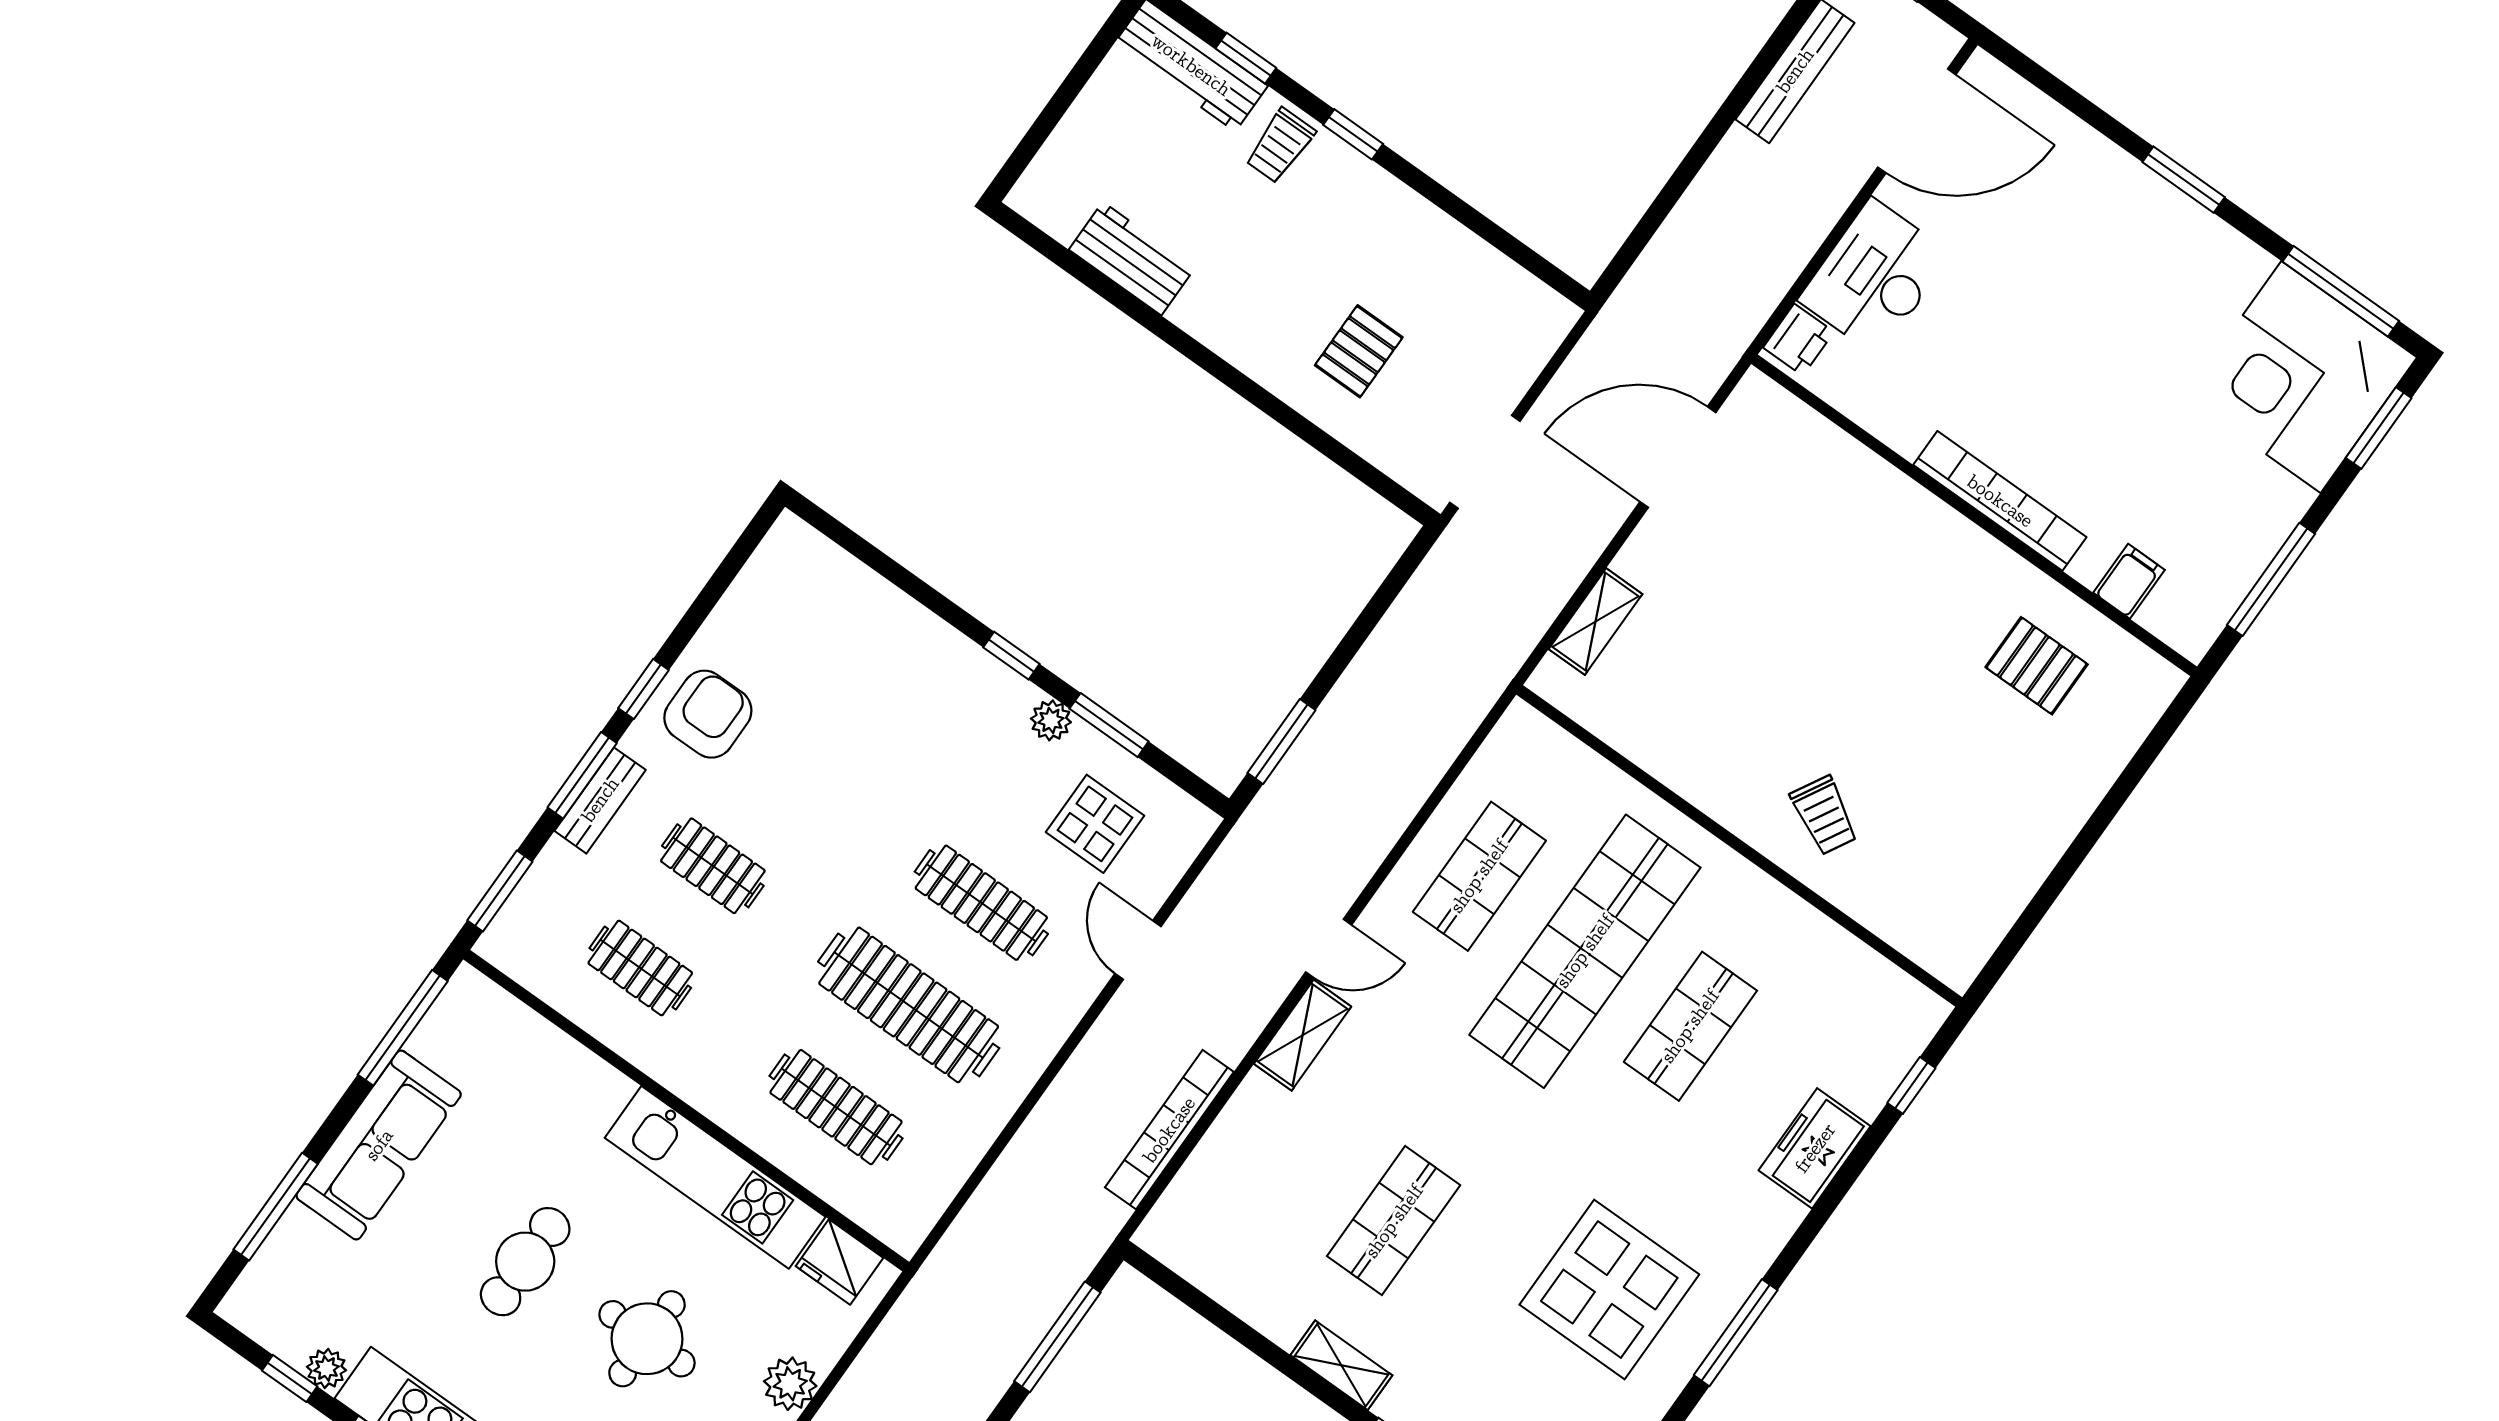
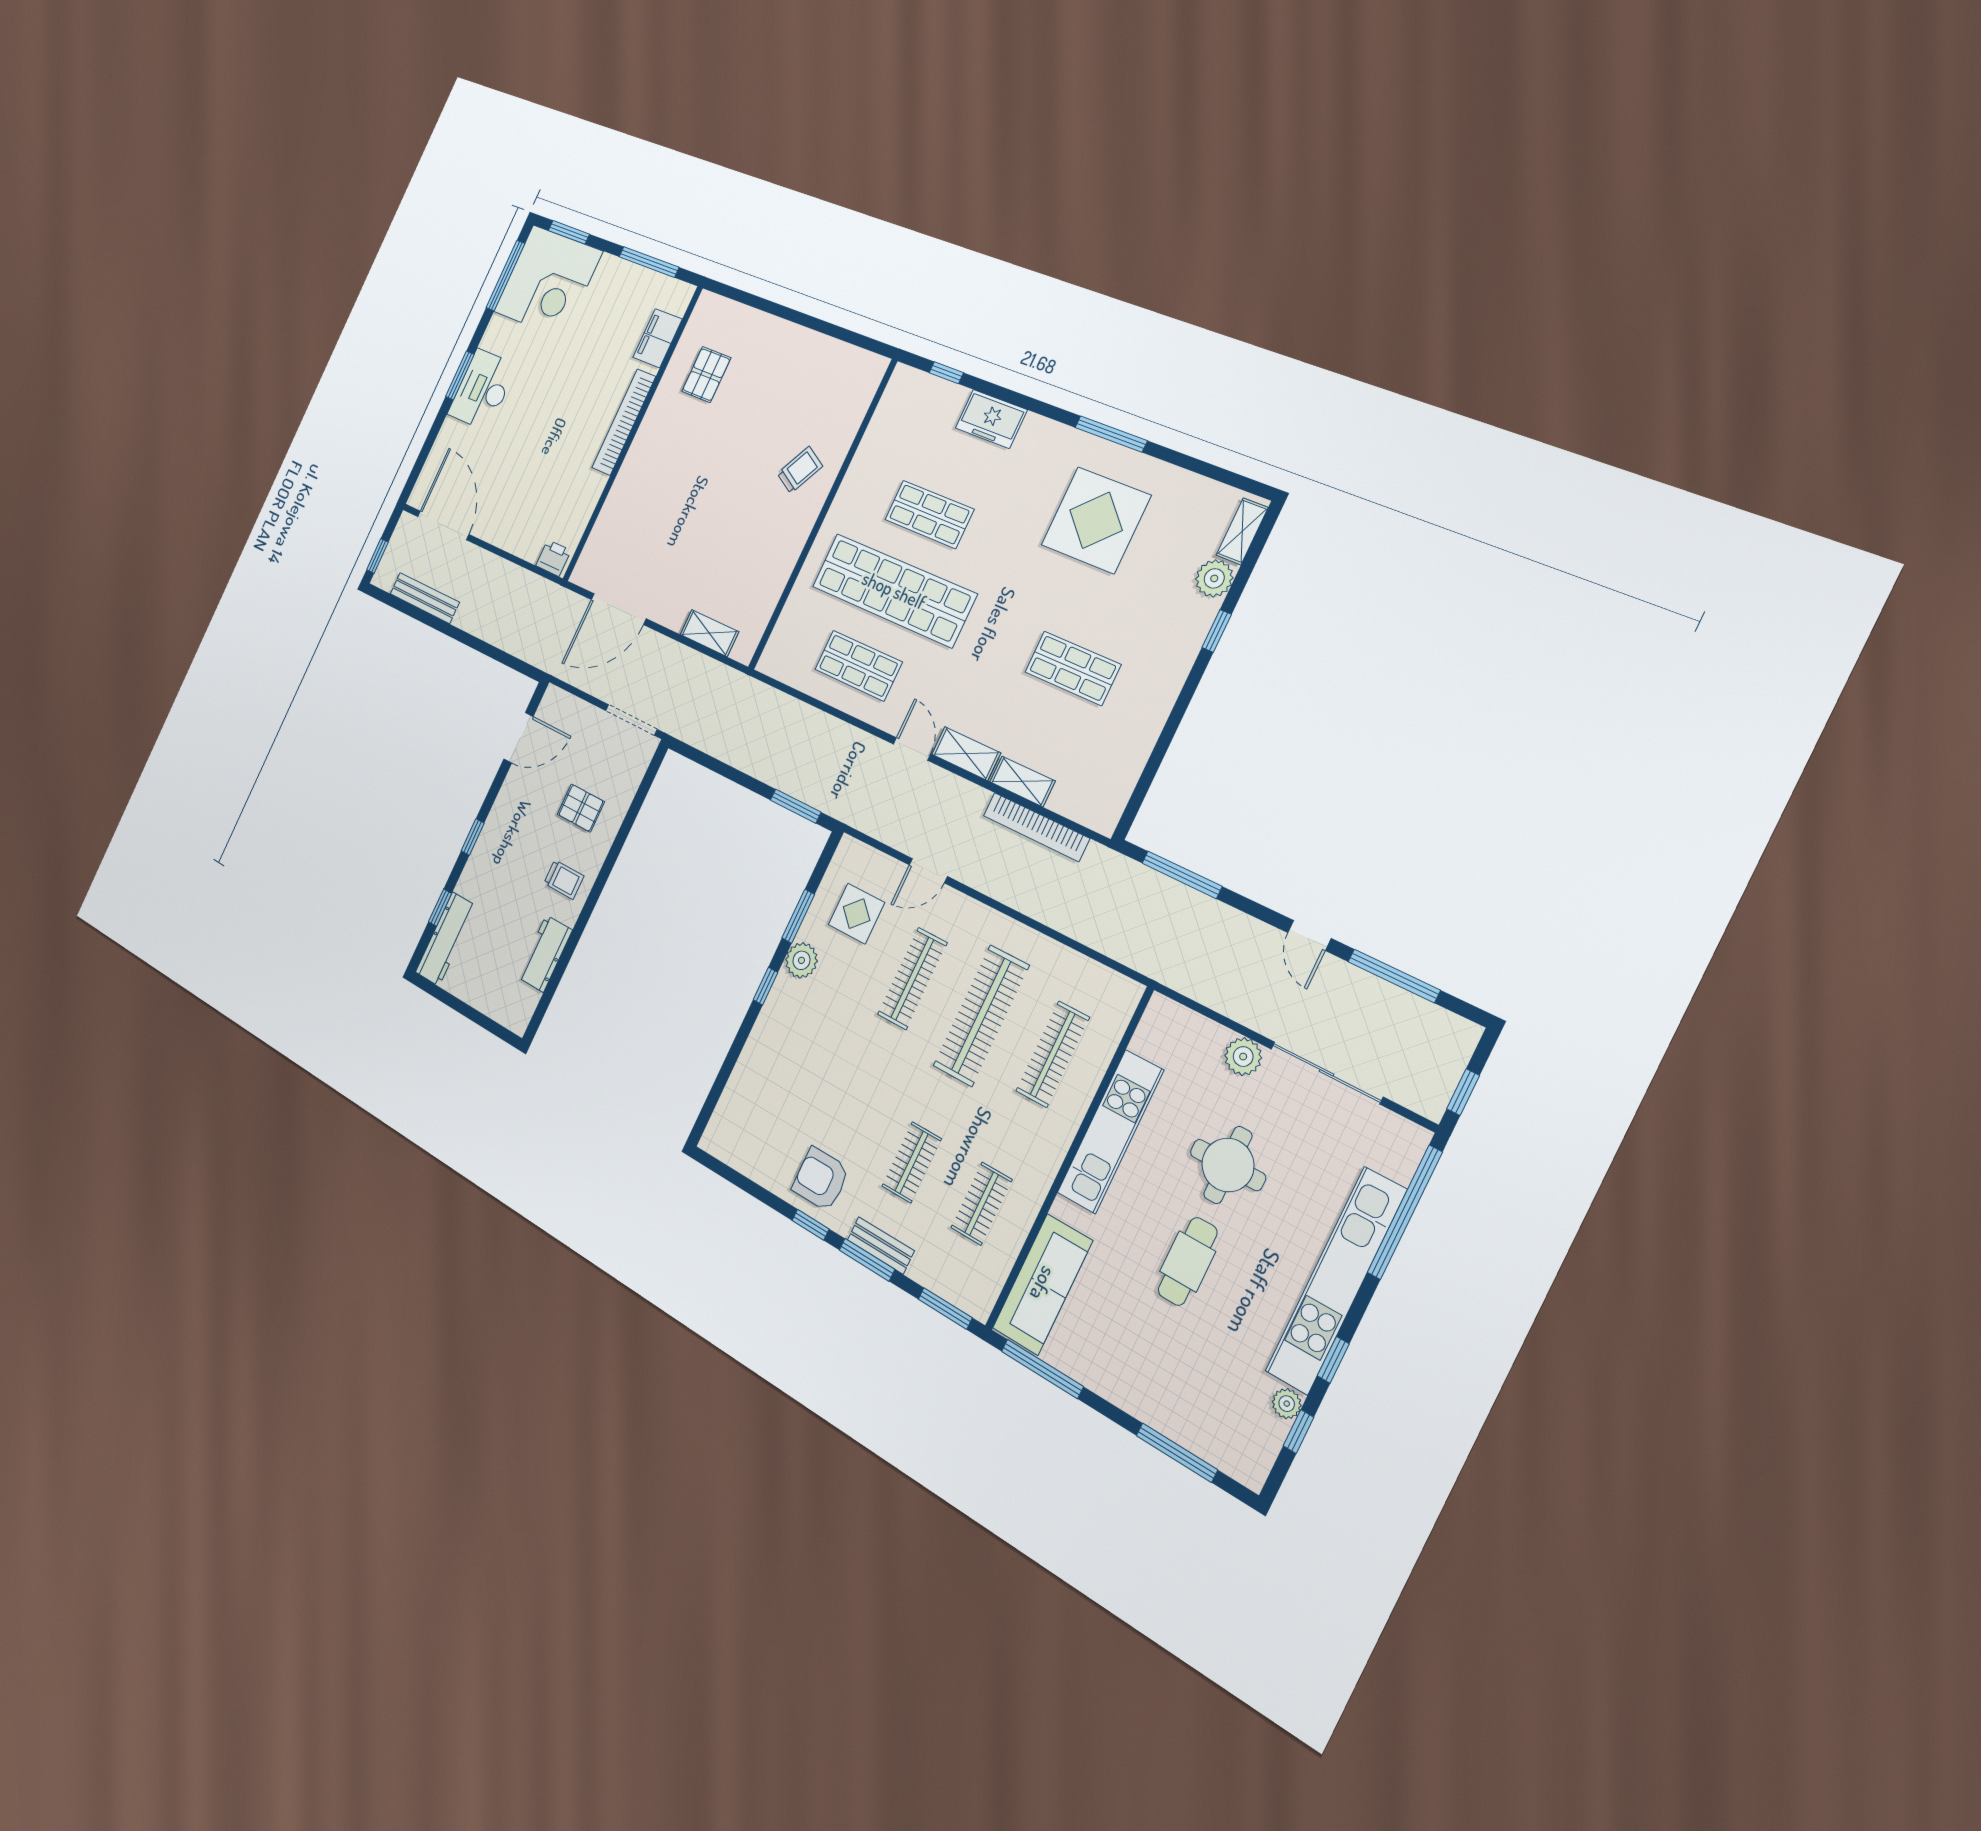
trolley: (1280, 146) -> (564, 880), moved
door: (1503, 241) -> (518, 738), added
desk: (1875, 277) -> (482, 390), moved, turned 90
door: (1678, 457) -> (619, 609), hinge flipped
filing cabinet: (2129, 581) -> (658, 338), width x2.00
plant: (1051, 720) -> (801, 960), width x1.38, depth x1.38
sofa: (379, 1145) -> (1043, 1284), moved, turned 90
cafe table: (525, 1262) -> (1188, 1261), turned 90
fridge: (839, 1262) -> (1154, 1035), removed
shelving: (1341, 1365) -> (1022, 781), moved, turned 90

